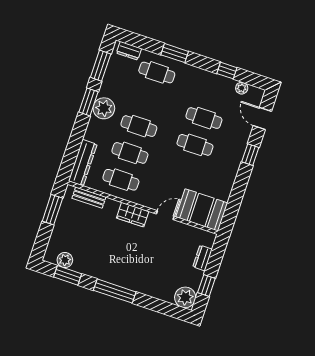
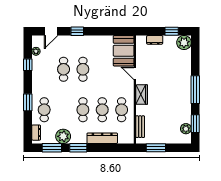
plant: (104, 108) -> (63, 136), moved
dresser: (83, 163) -> (102, 138), moved

